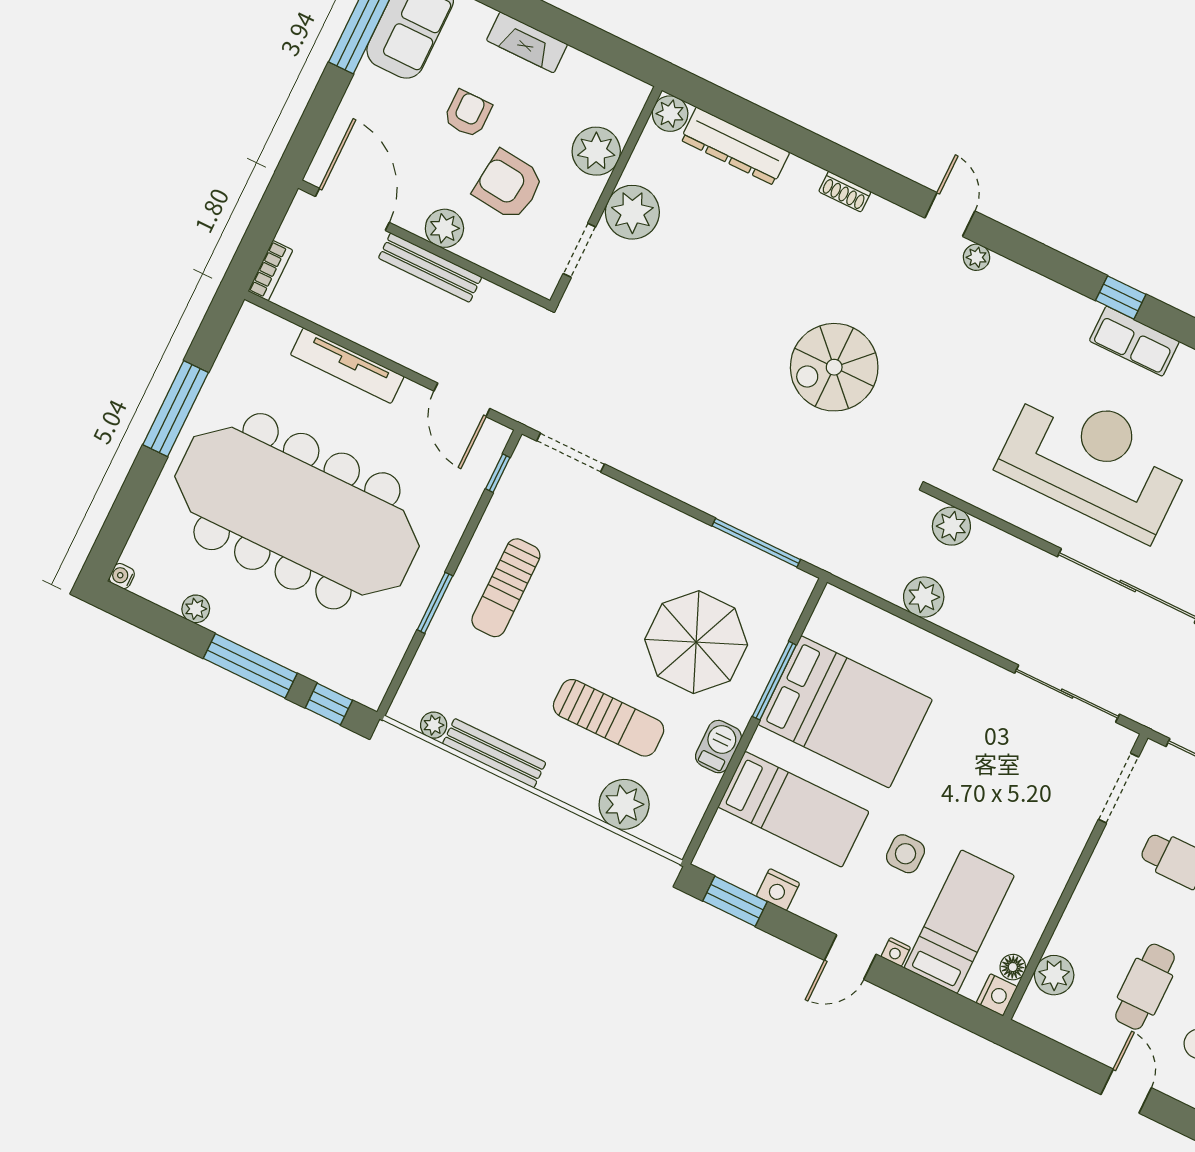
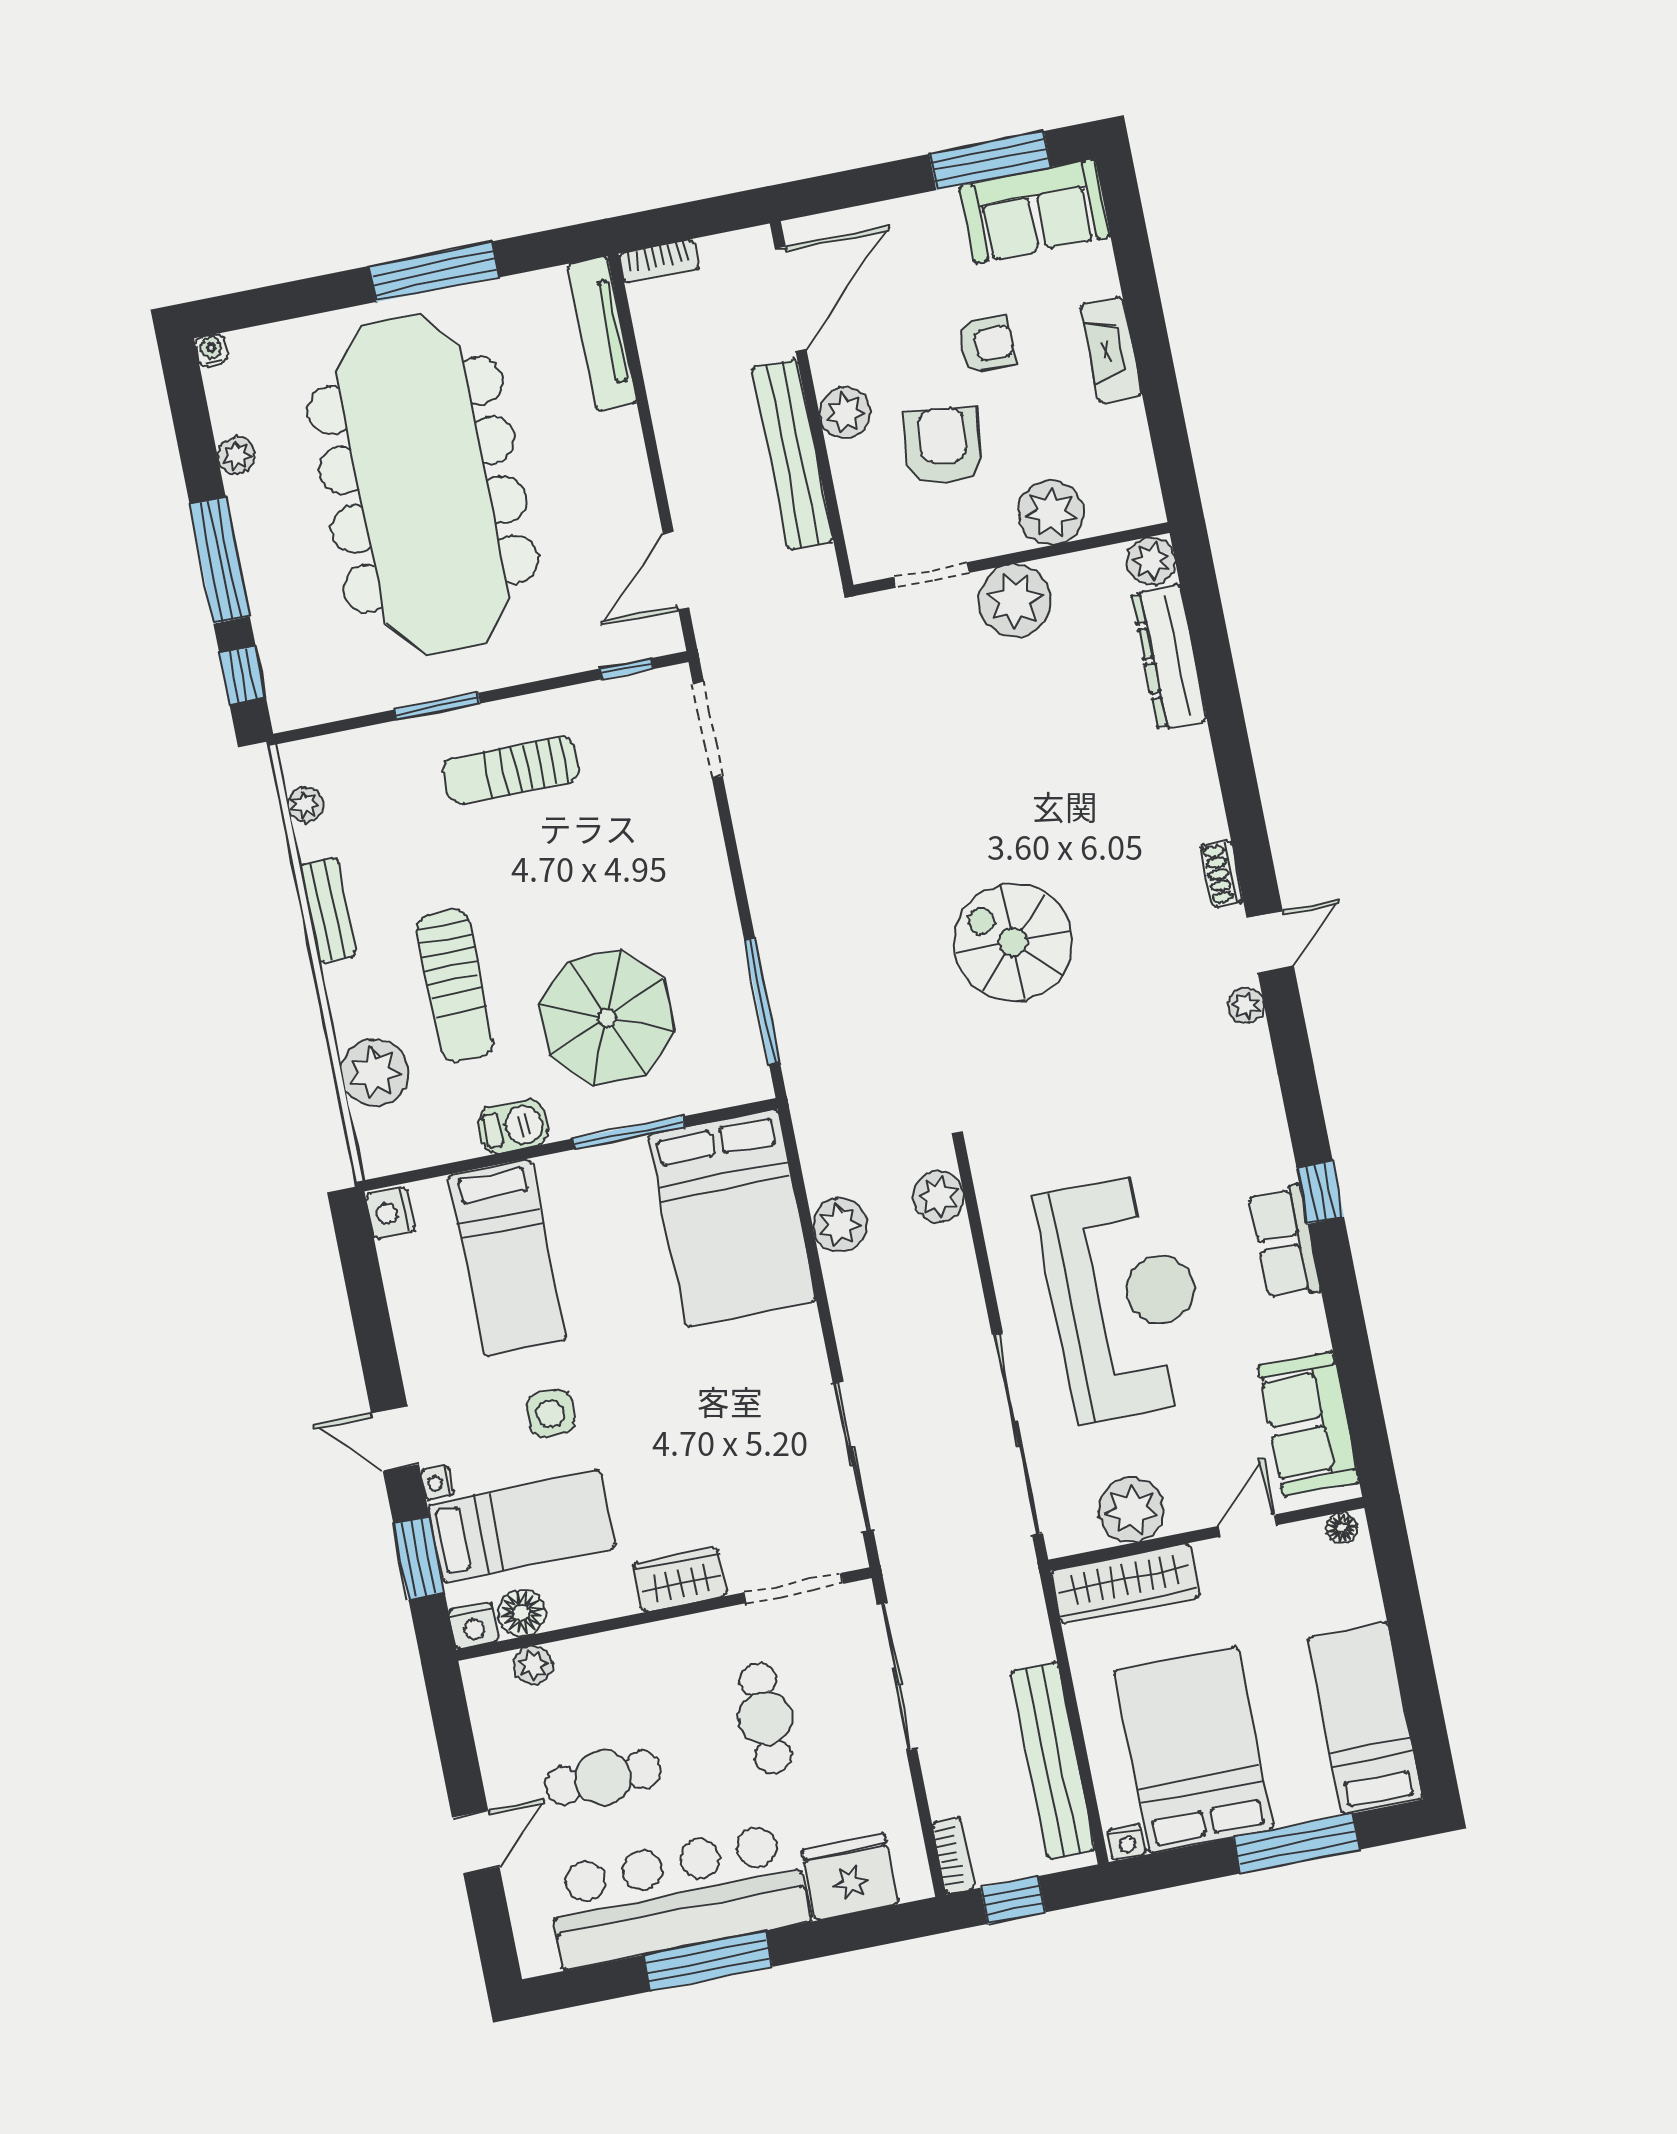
shoe rack: (845, 192) -> (1222, 874), moved
bench: (430, 268) -> (792, 455), width x1.37, depth x1.21
tv unit: (347, 366) -> (602, 334), moved
bed: (845, 712) -> (732, 1218), moved
bench: (494, 753) -> (328, 910), width x0.73
wardrobe: (1062, 852) -> (680, 1580), added
nightstand: (778, 890) -> (390, 1213), moved
window: (735, 901) -> (419, 1558), moved
floor lamp: (1013, 967) -> (522, 1613), width x1.37, depth x1.37
plant: (1054, 975) -> (533, 1665), width x0.73, depth x0.73

